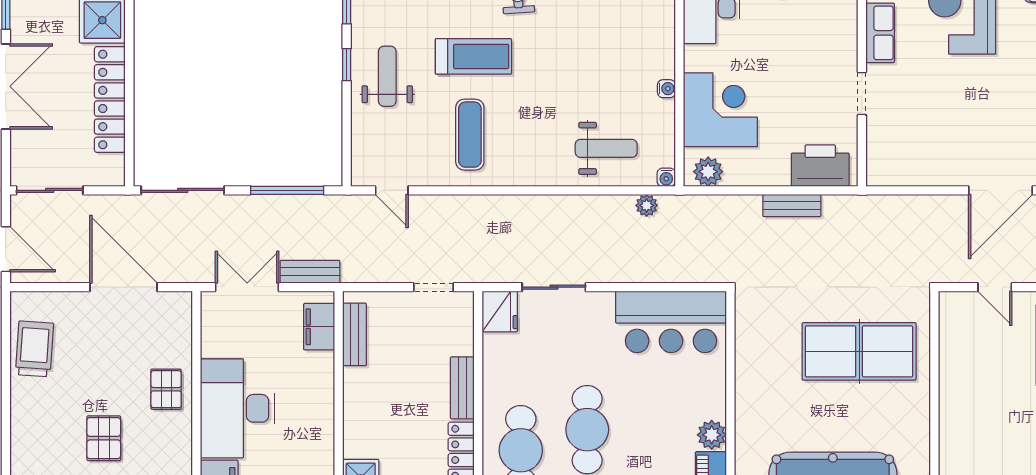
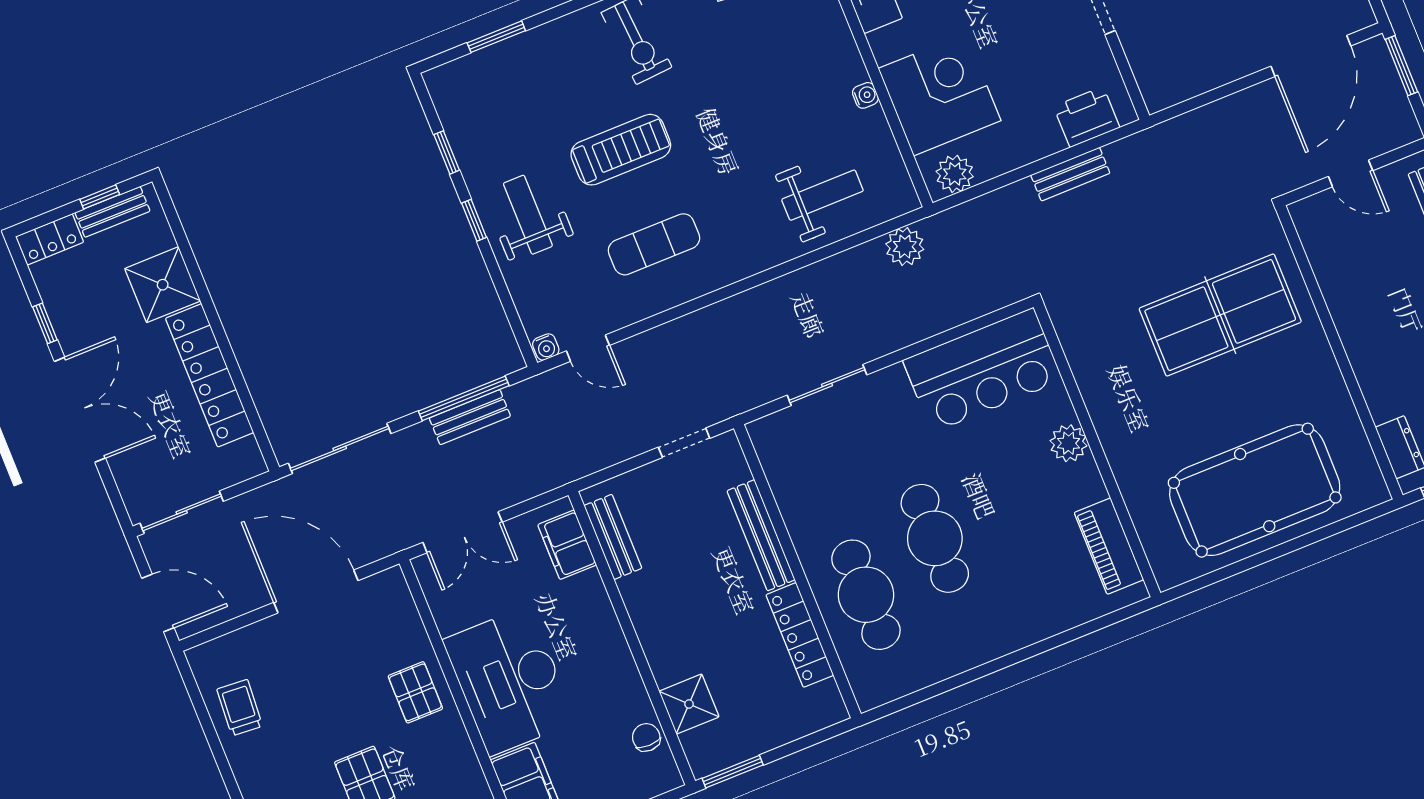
exercise mat: (470, 135) -> (654, 244), turned 90
printer: (820, 166) -> (1087, 117), width x0.73, depth x0.84
water cooler: (666, 177) -> (546, 347), moved
plant: (647, 205) -> (905, 247), width x1.38, depth x1.38
bench: (310, 272) -> (470, 417), moved
double door: (247, 287) -> (463, 532), swing flipped
fridge: (500, 312) -> (774, 440), removed
trolley: (34, 349) -> (240, 708), width x0.73, depth x0.72
bench: (462, 388) -> (761, 535), width x1.36
plant: (712, 435) -> (1068, 443), moved

